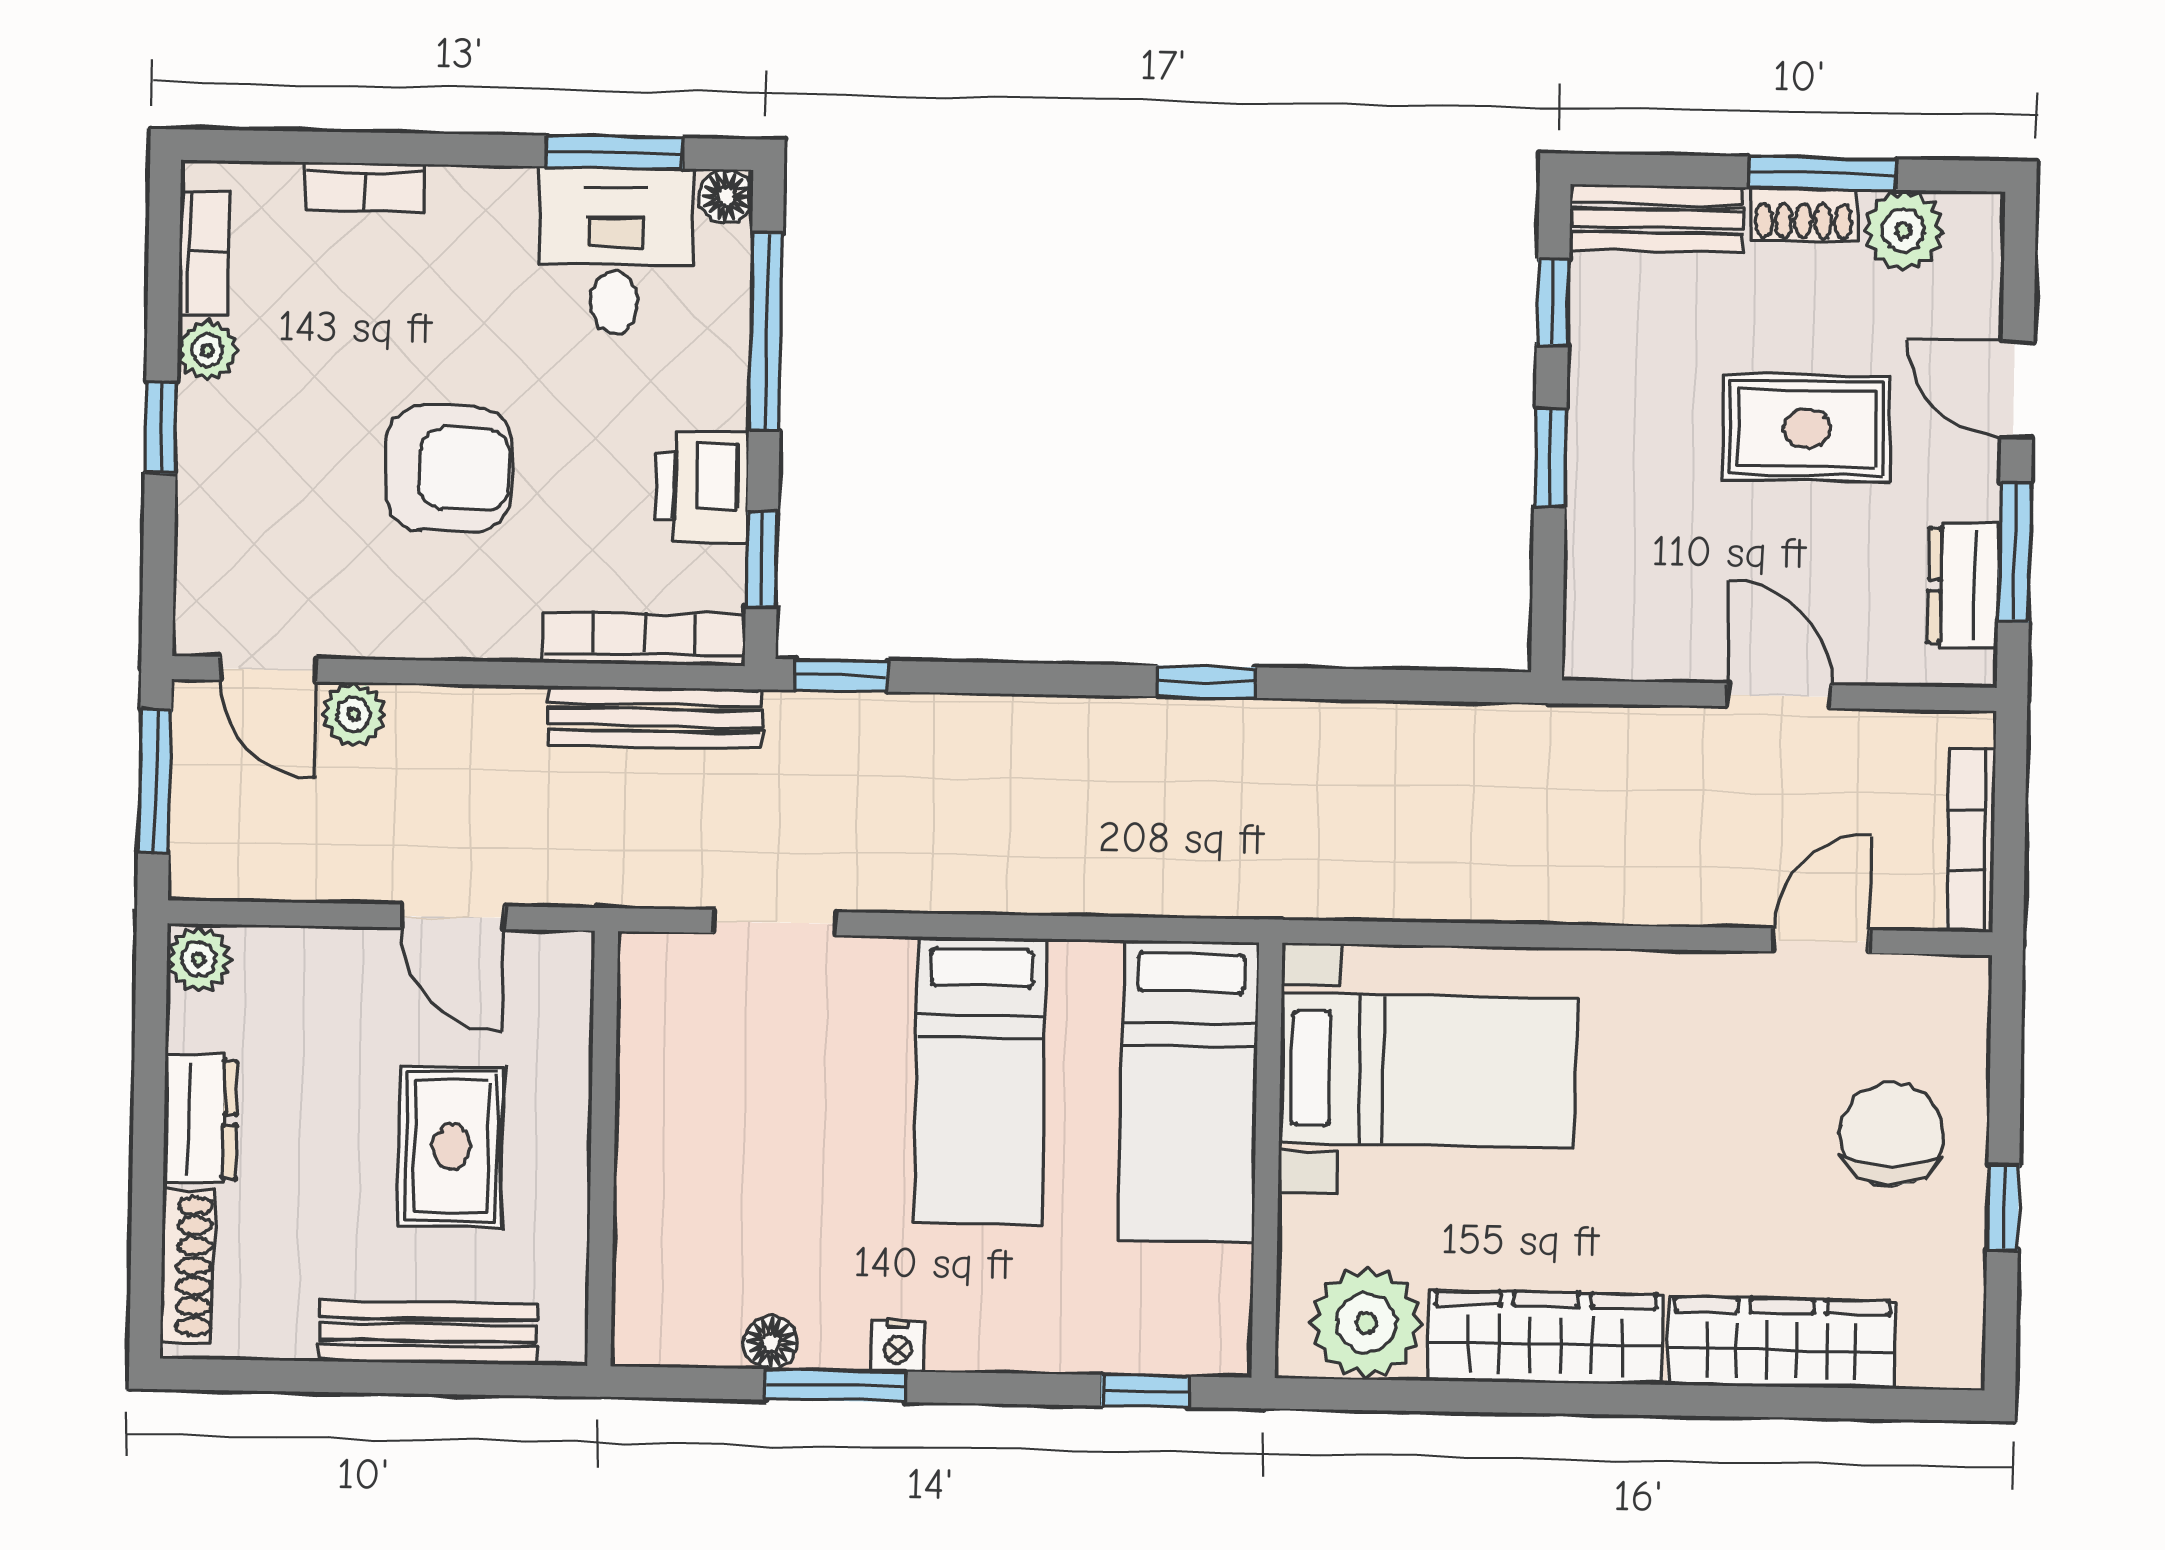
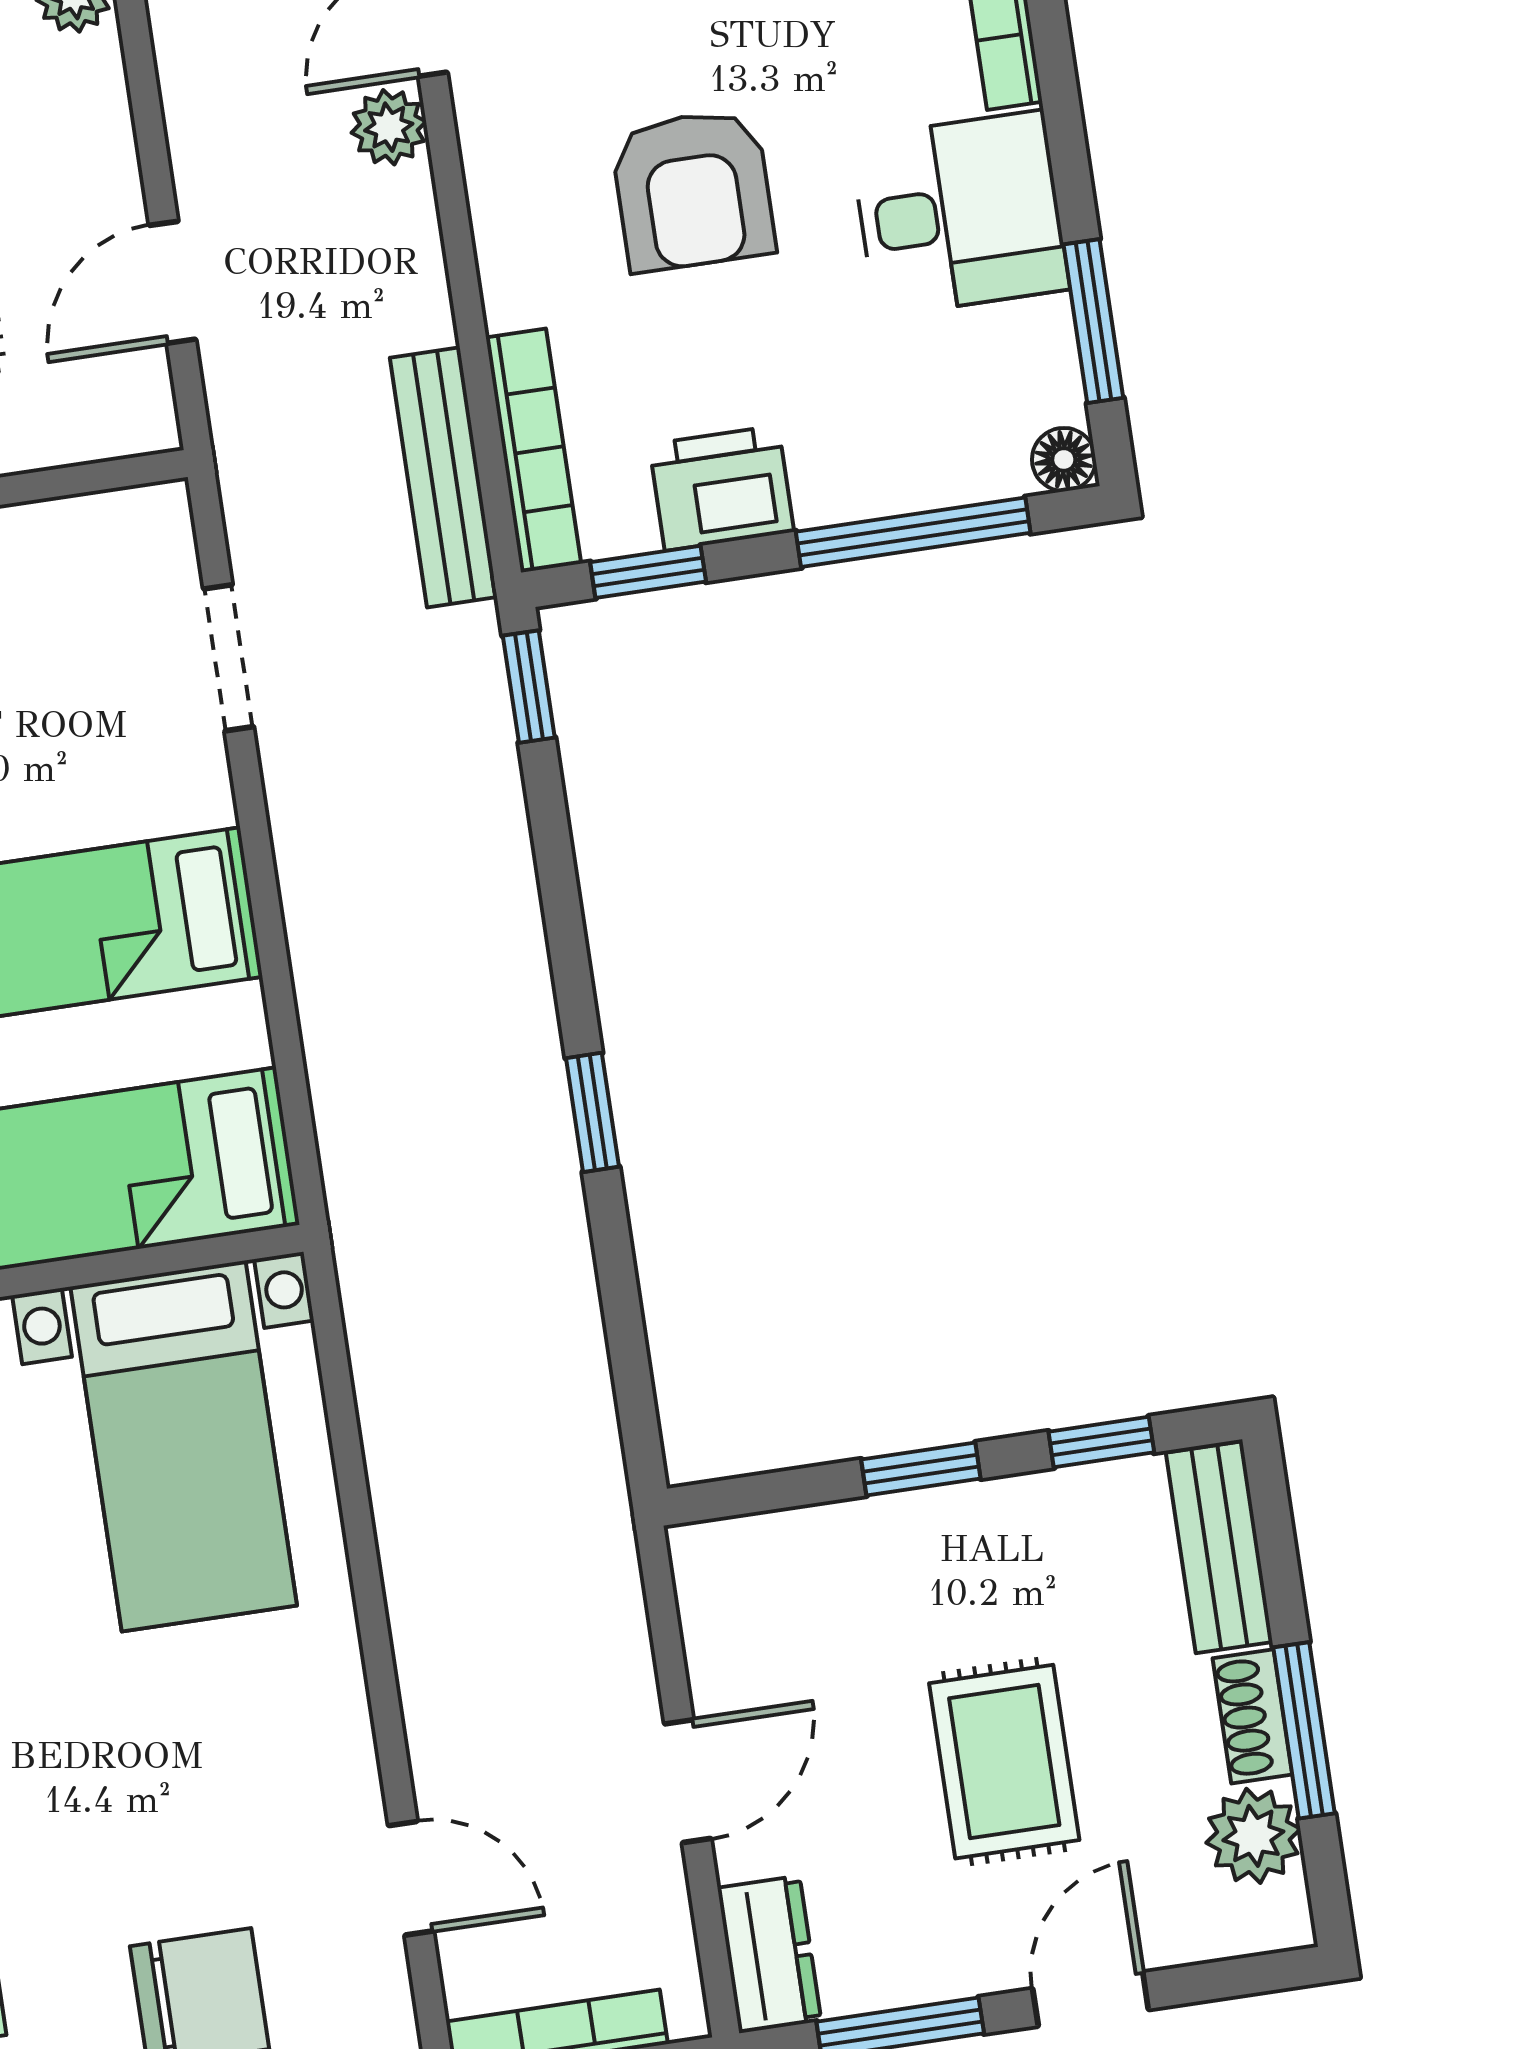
desk: (615, 251) -> (960, 214), moved
dresser: (1963, 586) -> (769, 1954), moved, turned 90

